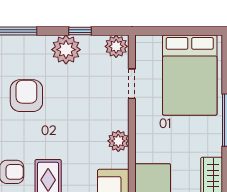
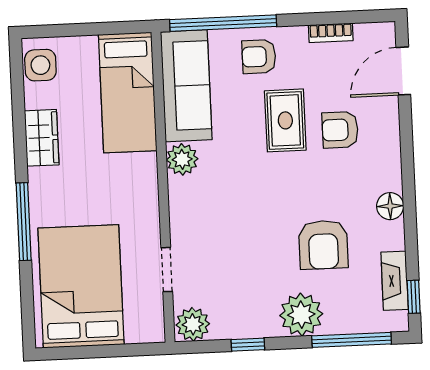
plant: (66, 50) -> (301, 315), moved
plant: (118, 141) -> (182, 159), moved

